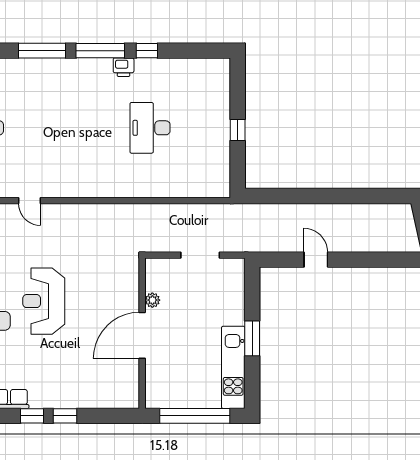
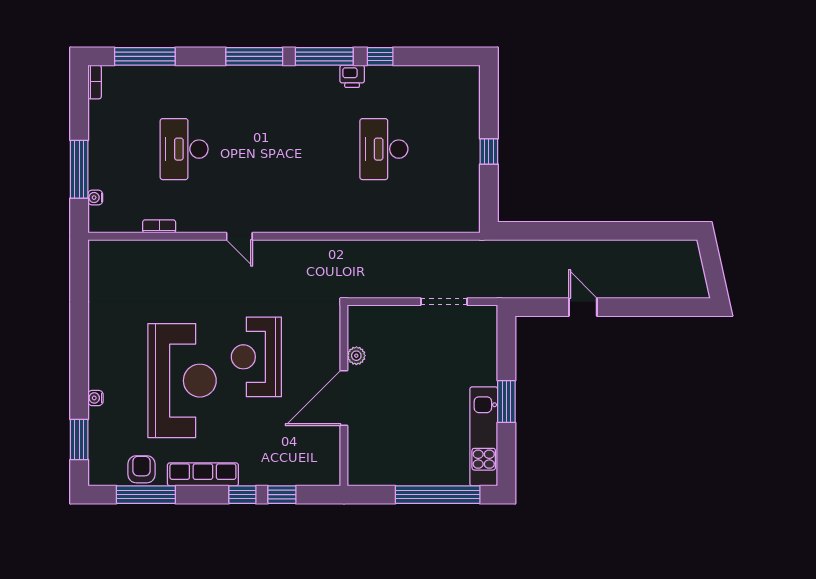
plant: (152, 300) -> (356, 356), moved
wall: (142, 333) -> (344, 395), moved
door: (142, 335) -> (344, 398), moved

